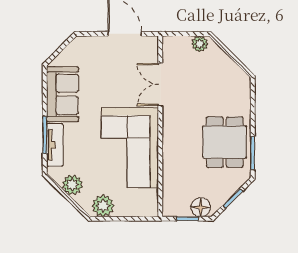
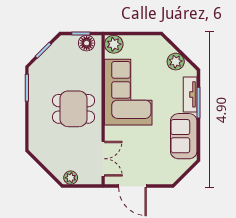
double door: (160, 84) -> (103, 159), moved
dining table: (225, 142) -> (74, 109), moved, turned 90
plant: (103, 206) -> (114, 44), moved
floor lamp: (201, 207) -> (87, 43), moved

